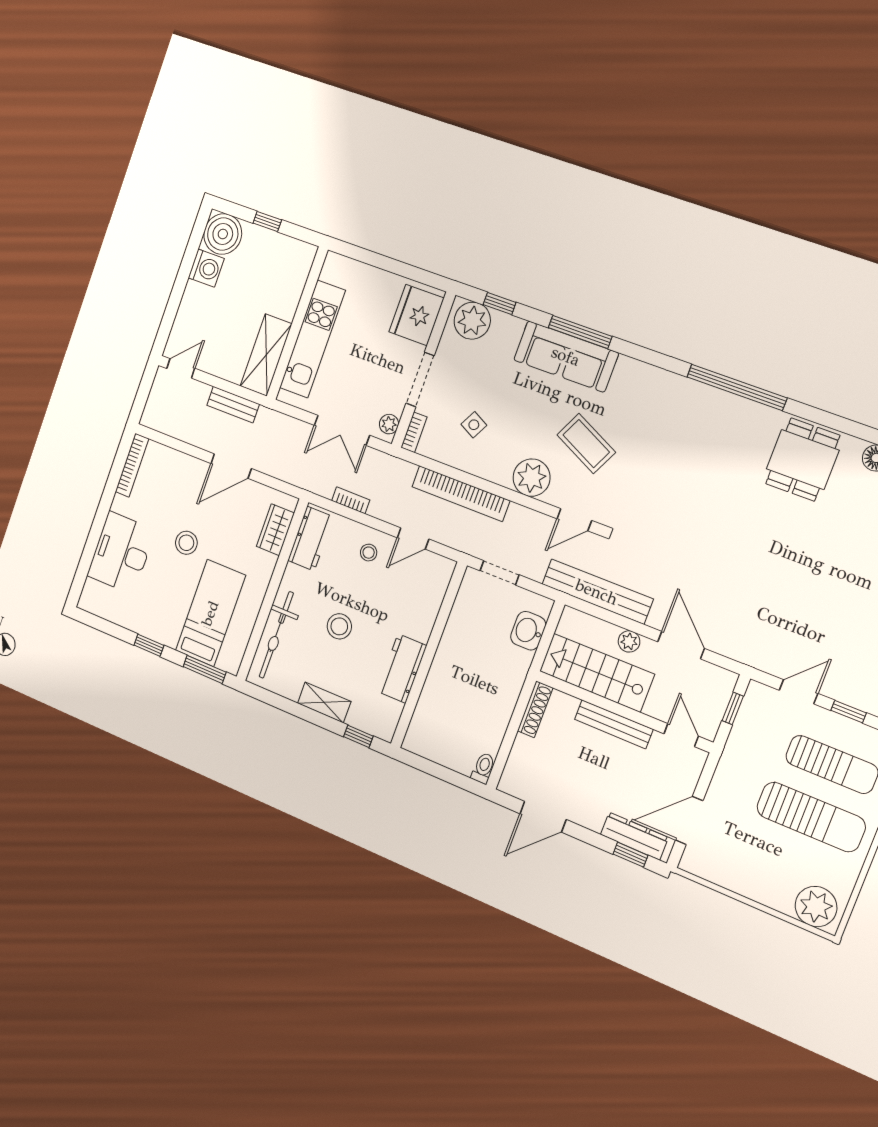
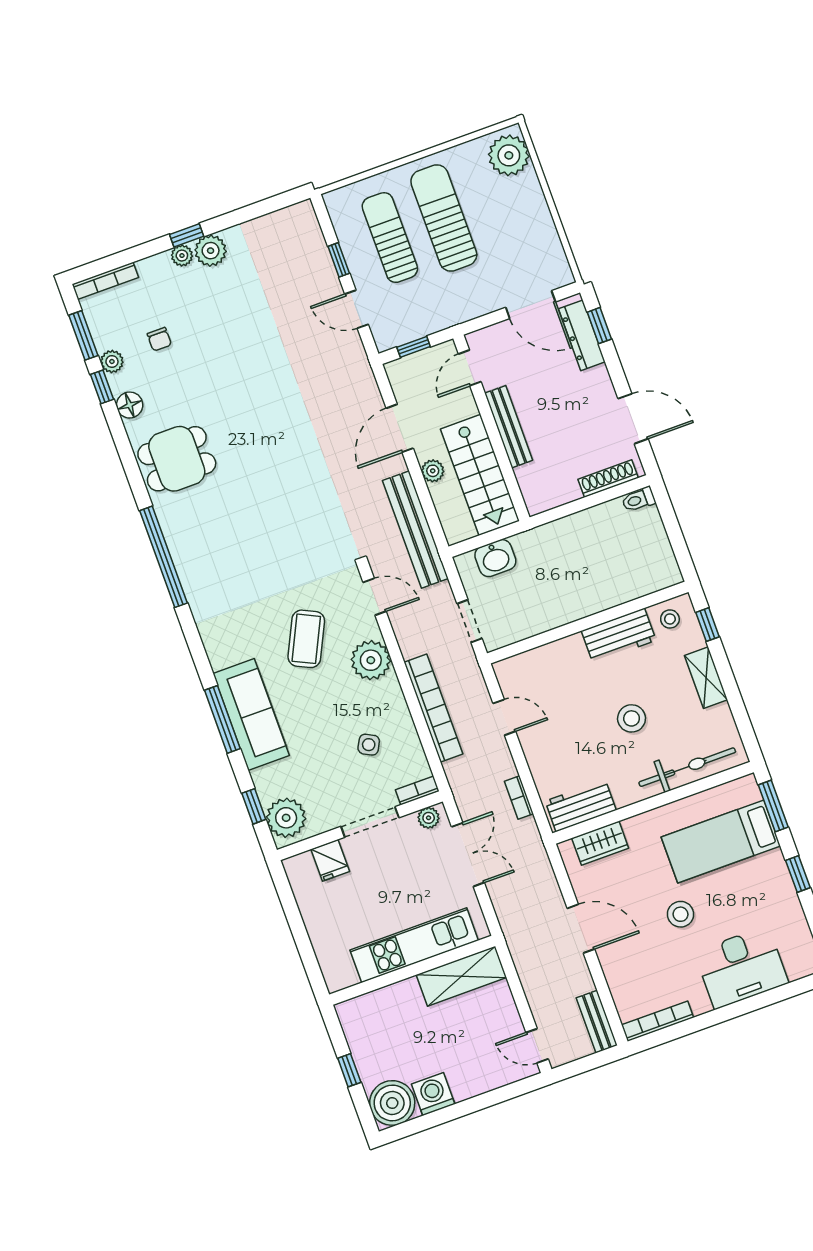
fridge: (416, 315) -> (330, 860), width x0.53, depth x0.75
bench: (233, 405) -> (597, 1022), moved
stool: (369, 553) -> (670, 619), moved
shoe rack: (535, 709) -> (608, 479), moved

